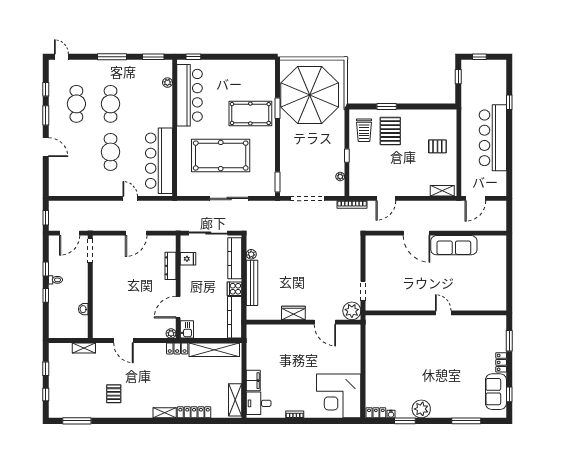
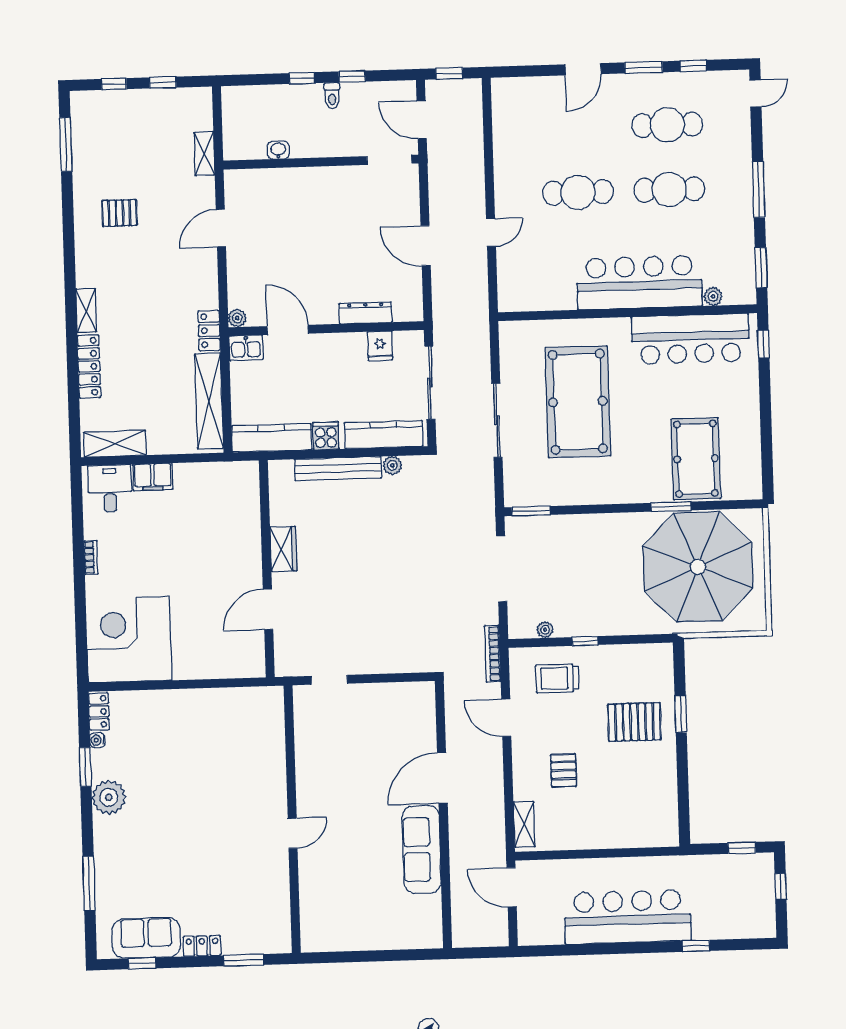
pool table: (250, 114) -> (696, 459), moved
trolley: (364, 130) -> (557, 678), moved
pallet: (437, 146) -> (564, 770), moved
bar counter: (159, 161) -> (639, 282), moved
plant: (352, 311) -> (291, 660), removed

